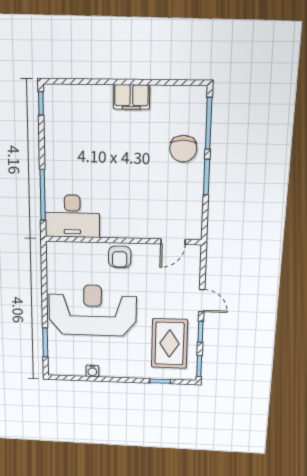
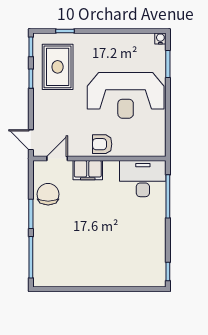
filing cabinet: (131, 97) -> (88, 170), moved, turned 180
chair: (183, 149) -> (48, 194), moved
armchair: (120, 257) -> (102, 144), turned -90
door: (202, 301) -> (31, 140), moved
water cooler: (92, 371) -> (160, 38), moved

